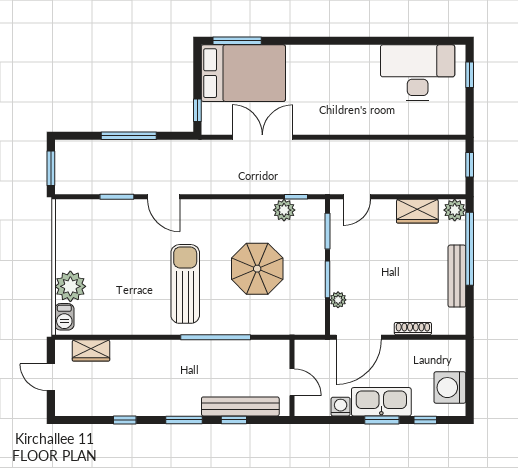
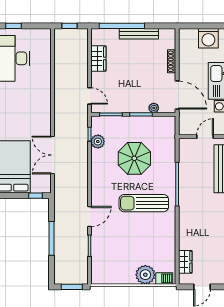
plant: (455, 210) -> (98, 35), removed

